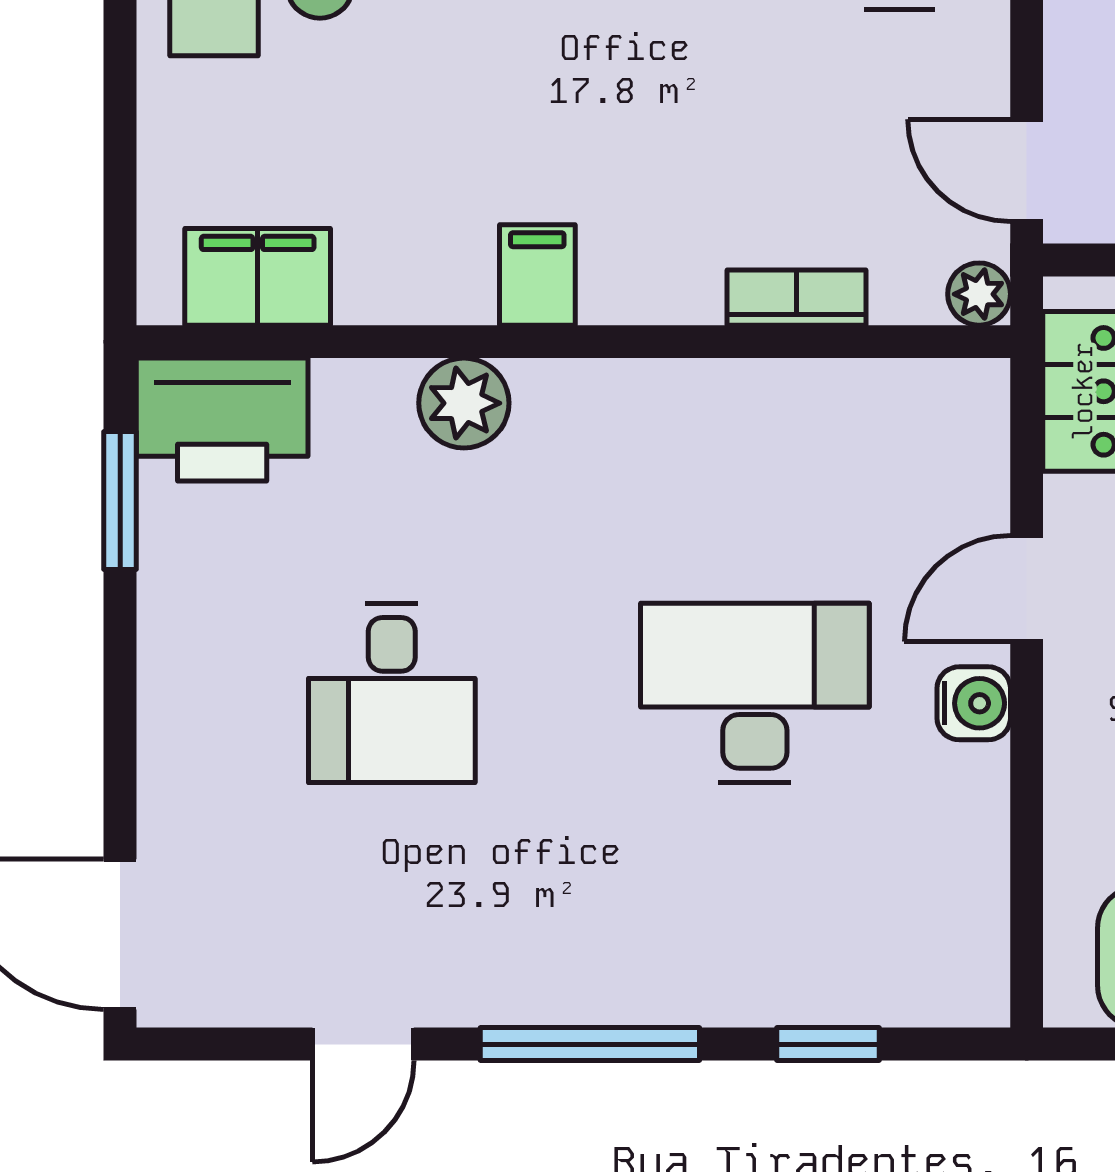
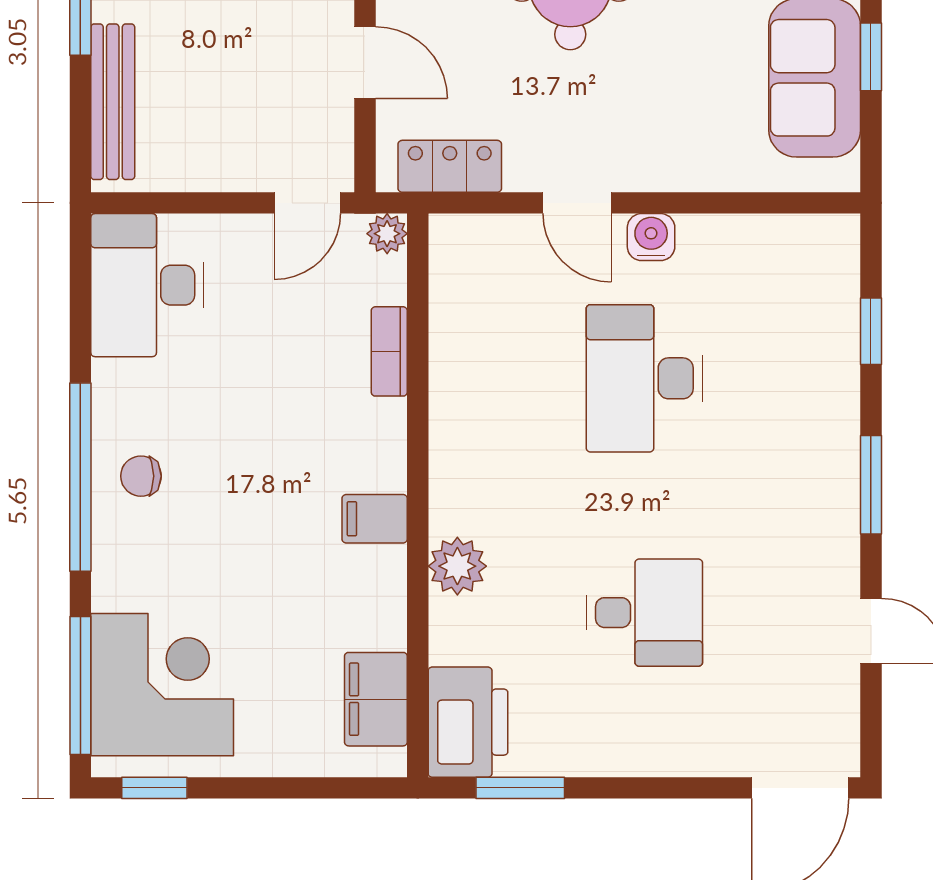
window: (590, 1044) -> (871, 485), width x0.69

